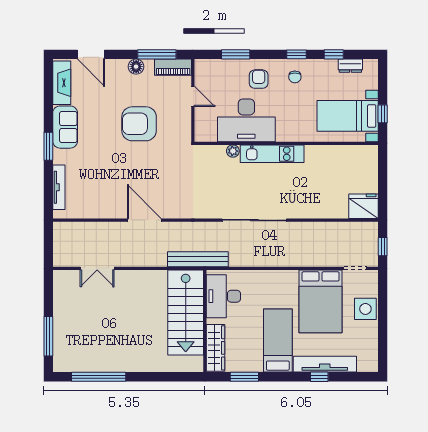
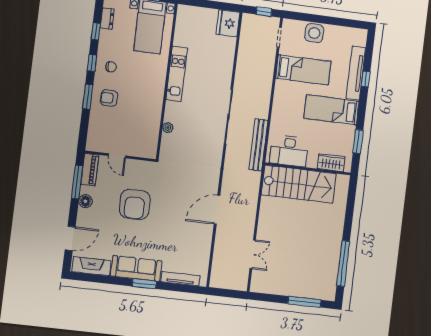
window: (236, 54) -> (88, 97), moved
door: (193, 96) -> (117, 156), swing flipped
desk: (246, 120) -> (143, 113), removed
sofa: (65, 127) -> (136, 268), width x1.36
kitchen unit: (272, 154) -> (177, 74), moved
bench: (198, 259) -> (258, 145), moved
bed: (321, 301) -> (303, 70), width x0.67
wardrobe: (215, 348) -> (331, 163), width x0.67

